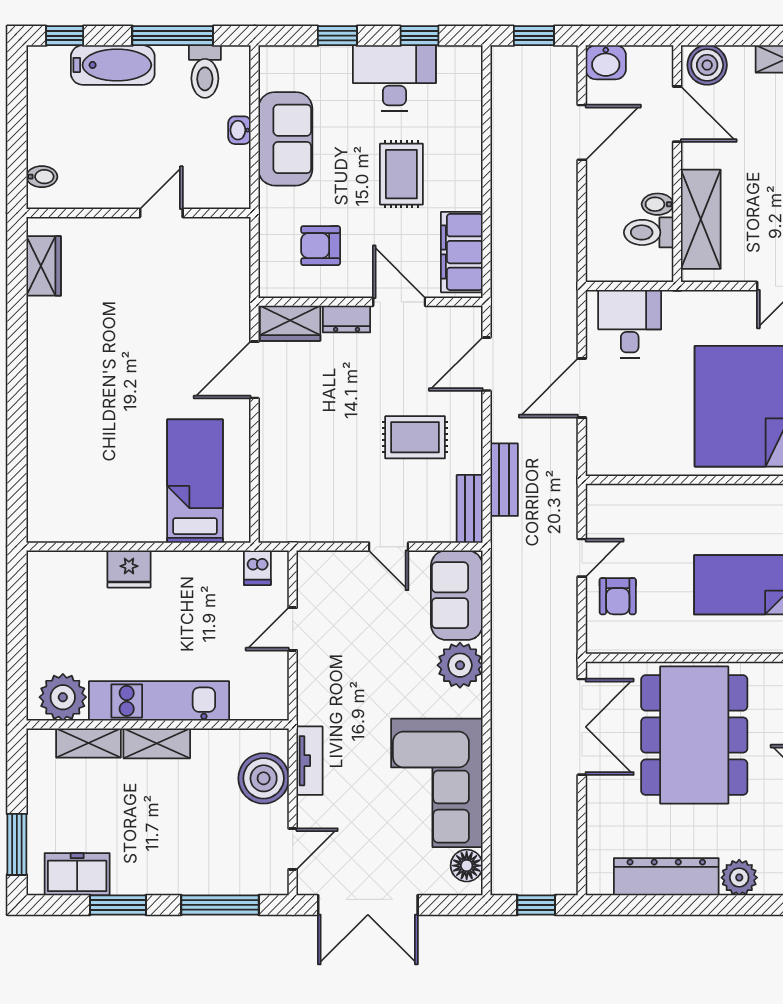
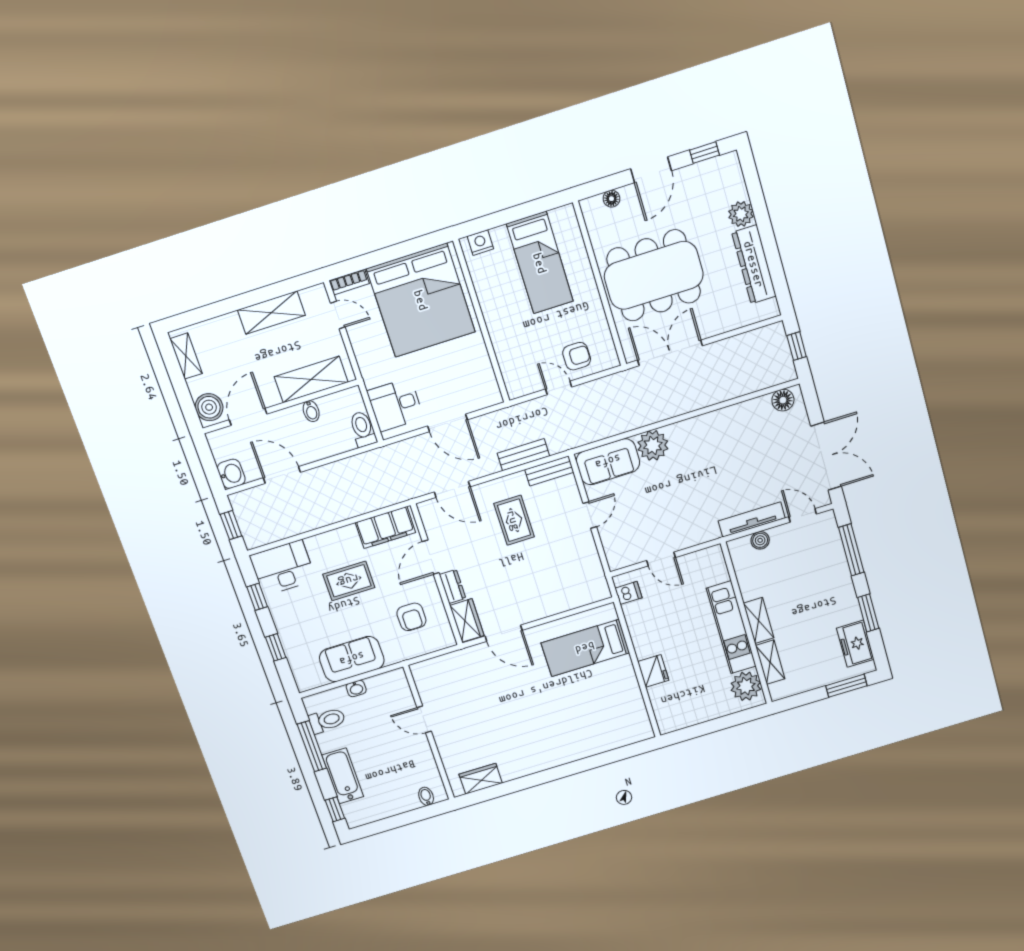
desk: (394, 78) -> (283, 568), moved, turned 90
toilet: (649, 232) -> (363, 429), moved, turned 180
tv unit: (310, 761) -> (752, 520), width x1.41
boiler: (264, 778) -> (760, 540), width x0.54, depth x0.54
corner sofa: (437, 783) -> (734, 436), removed

